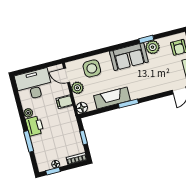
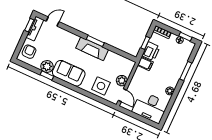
fireplace: (112, 98) -> (92, 49), moved
filing cabinet: (64, 102) -> (145, 64), moved
floor lamp: (82, 108) -> (130, 64), removed
printer: (35, 126) -> (151, 51), moved, turned 180

